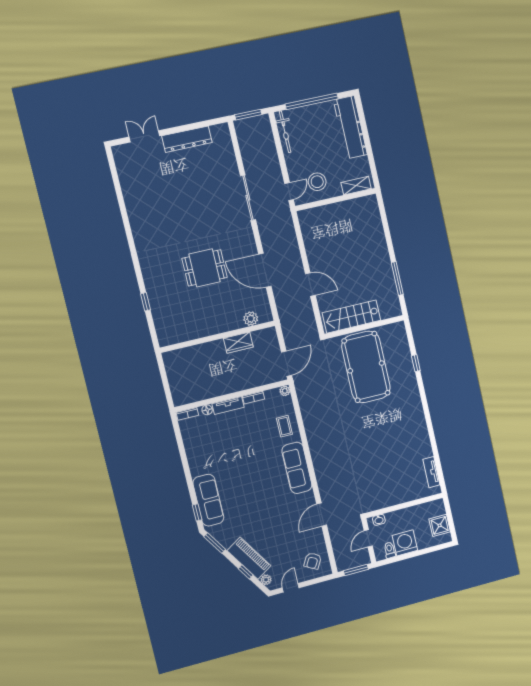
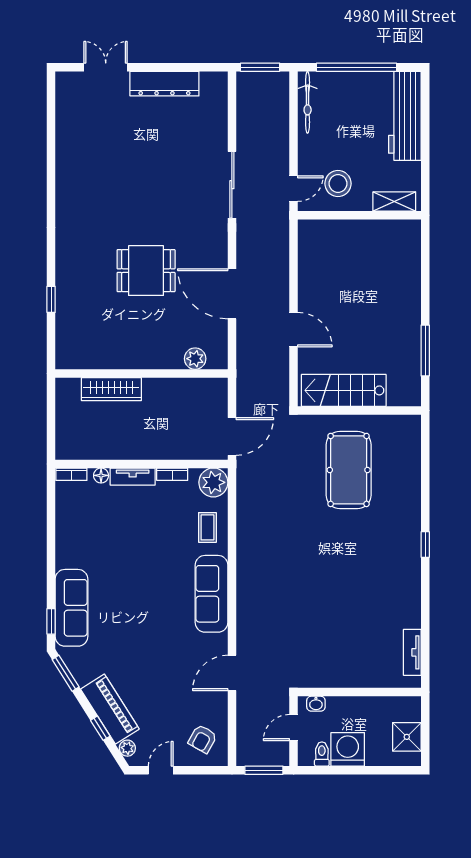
wardrobe: (238, 343) -> (111, 389), moved, width x1.50
window: (416, 363) -> (425, 544), moved
pool table: (366, 367) -> (349, 470), width x0.73, depth x0.76
plant: (285, 391) -> (213, 482), width x1.88, depth x1.88

